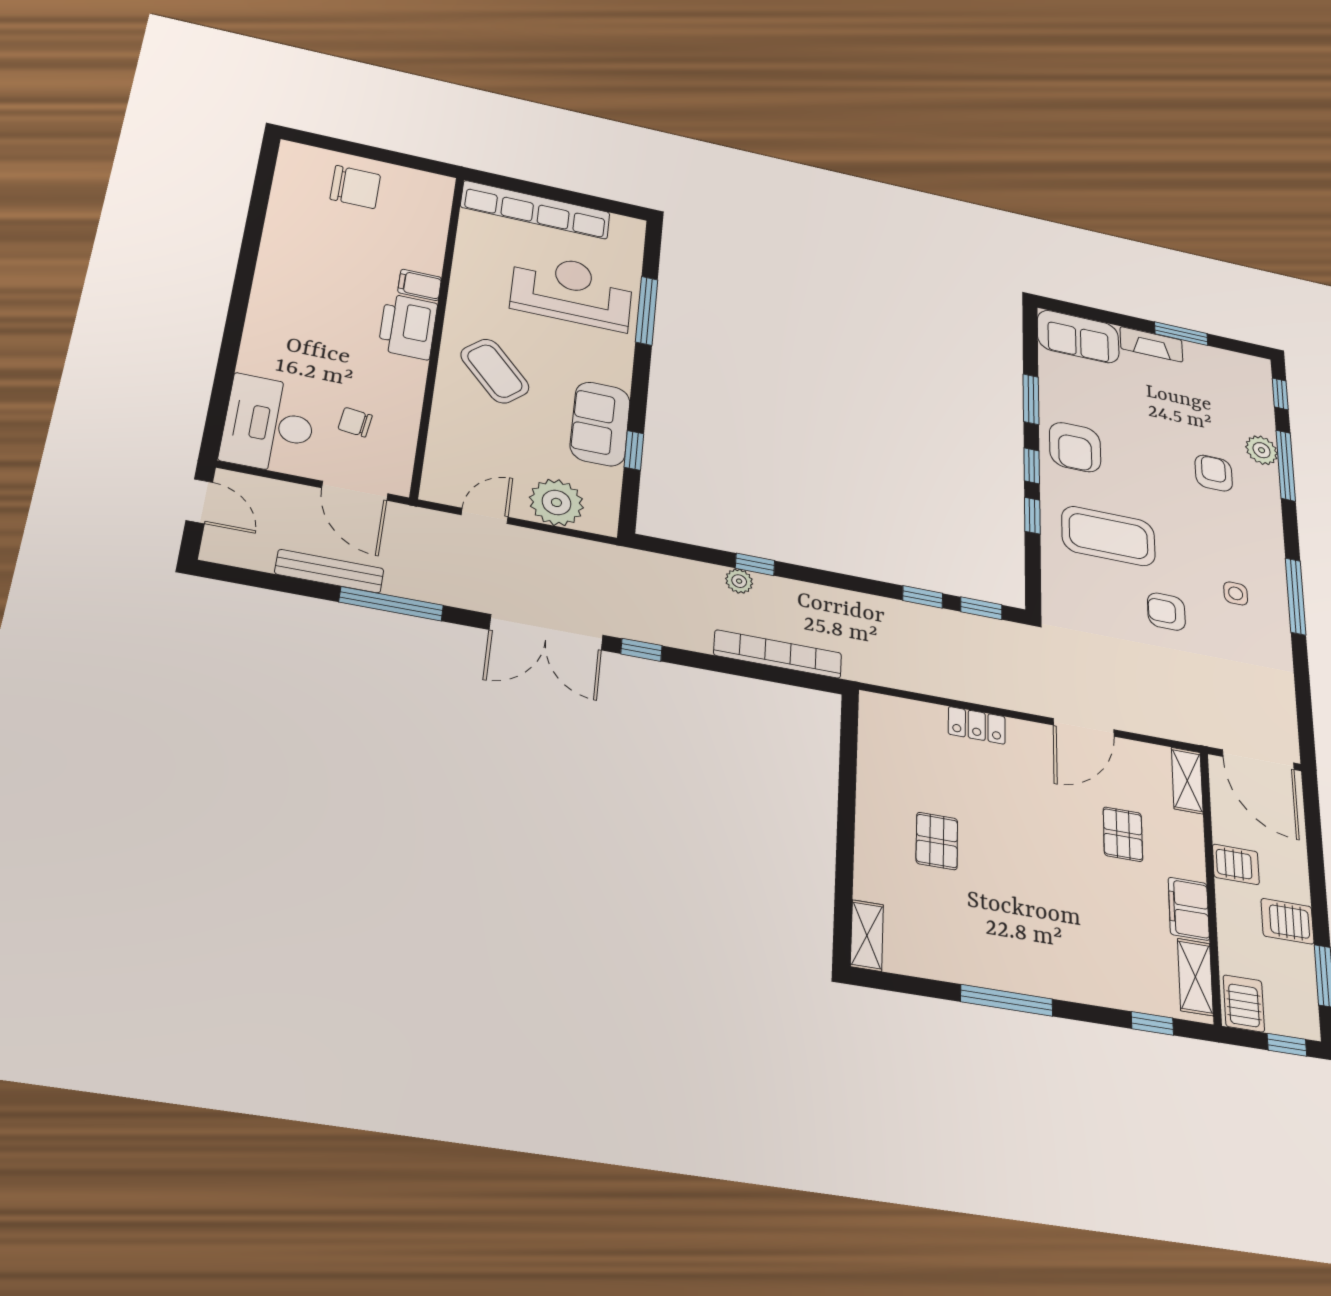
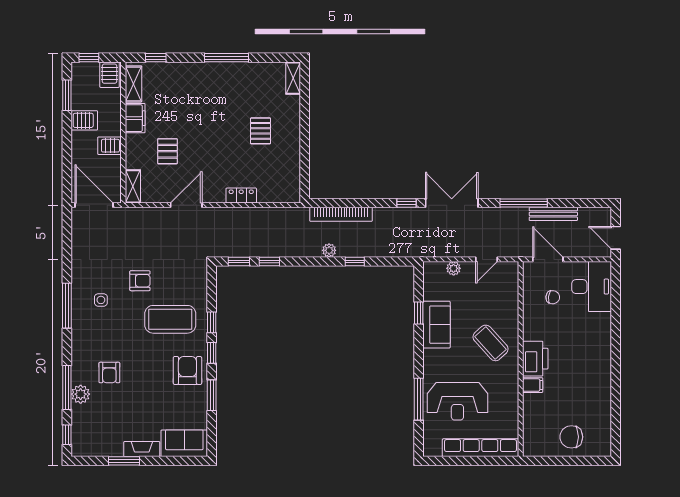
plant: (556, 502) -> (454, 268), width x0.53, depth x0.53
plant: (739, 581) -> (329, 250), moved

